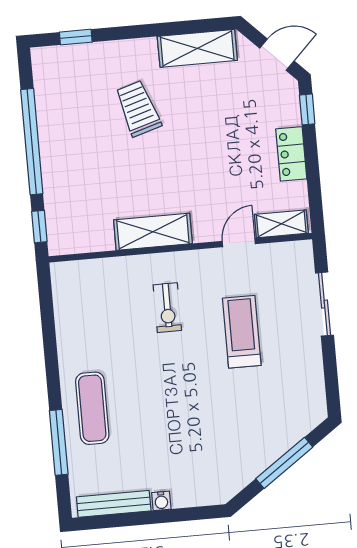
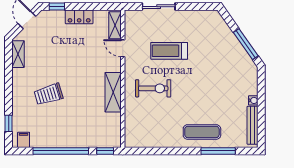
shelving: (197, 48) -> (18, 54), width x0.67, depth x0.75
filing cabinet: (47, 69) -> (24, 140), added
exercise bike: (167, 308) -> (153, 88), width x1.38, depth x1.39
window: (284, 463) -> (246, 44), moved

